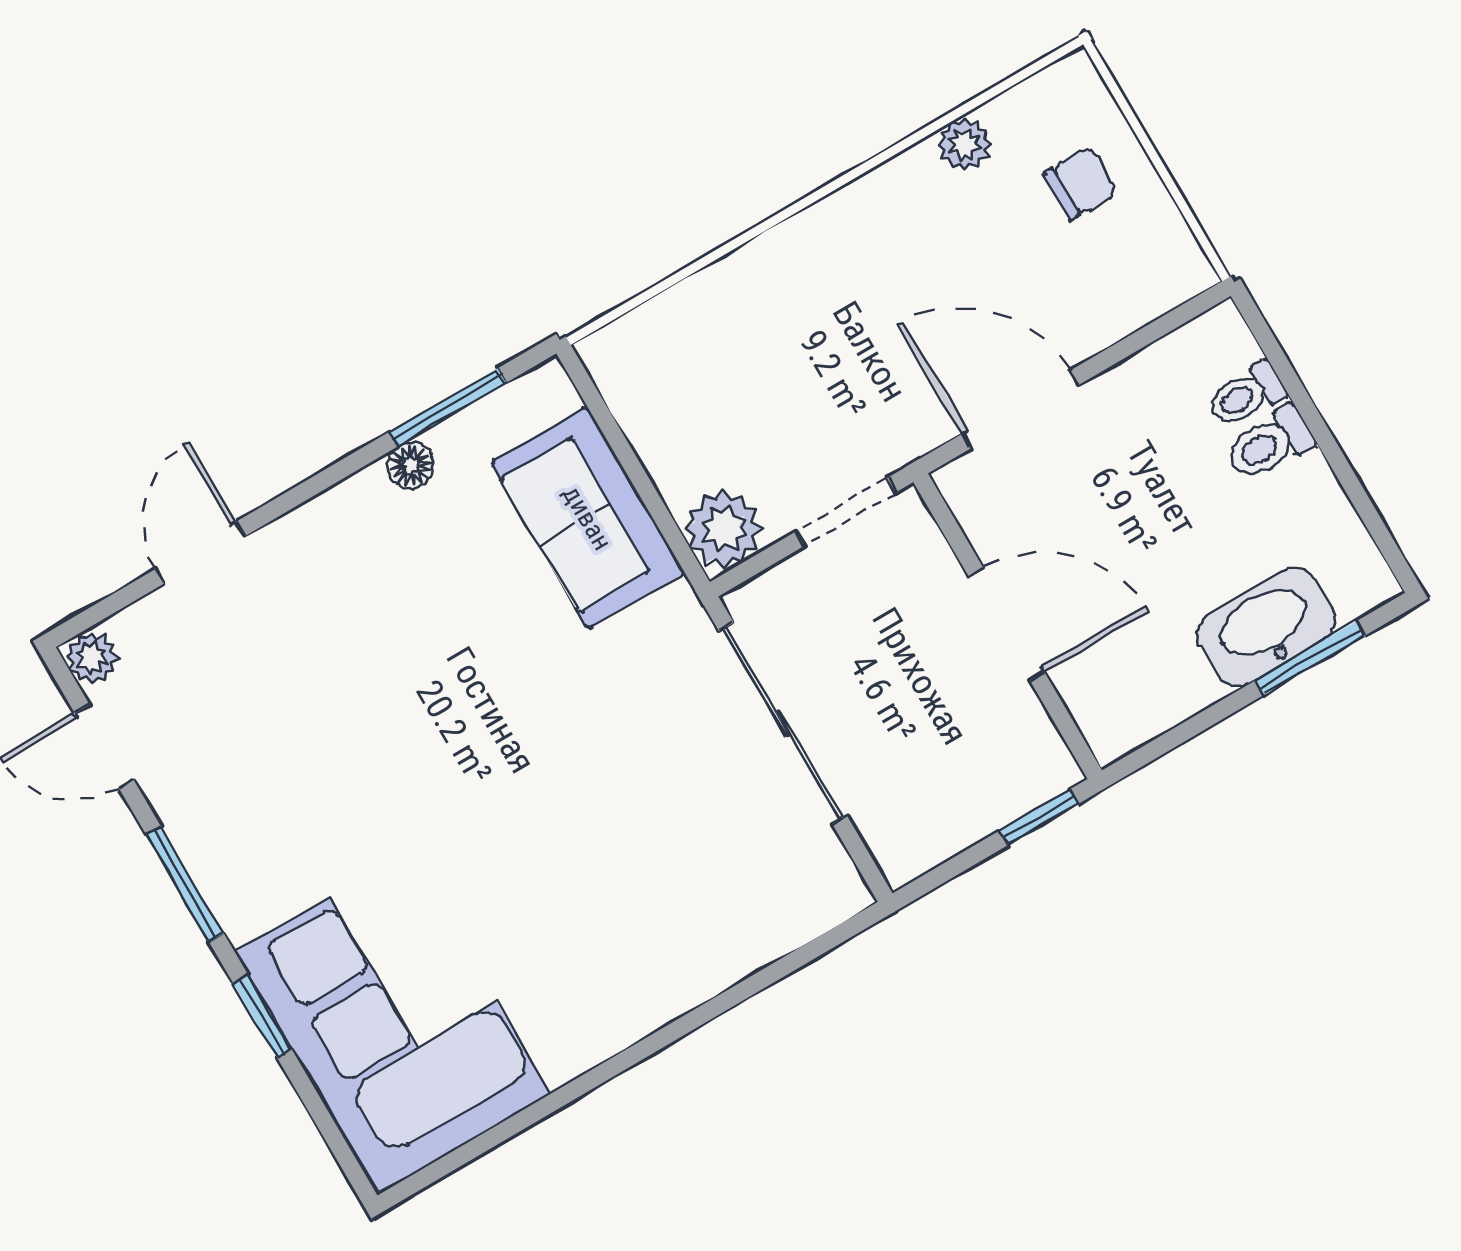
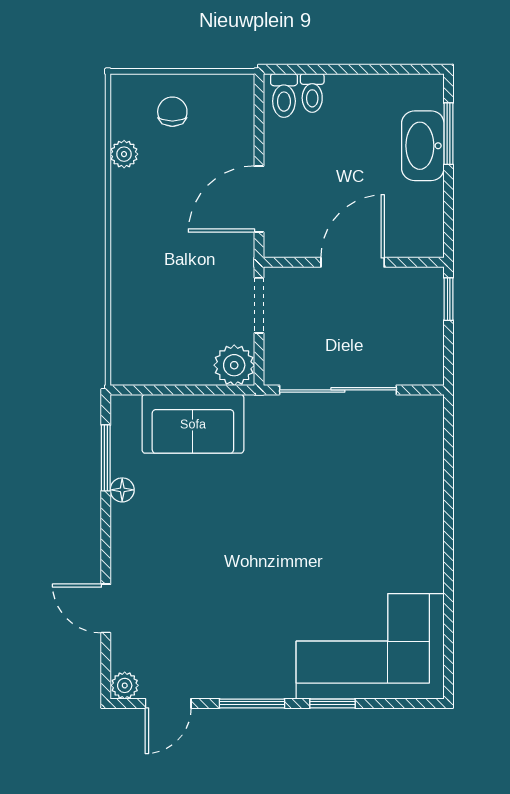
toilet: (1269, 444) -> (284, 95), moved

